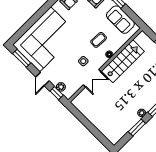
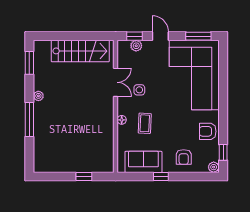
stairs: (123, 61) -> (80, 51), moved, turned -90
double door: (92, 78) -> (116, 82), swing flipped
window: (137, 127) -> (29, 63), moved

